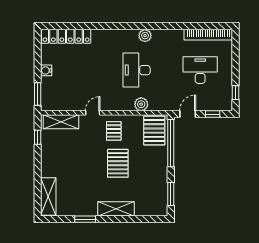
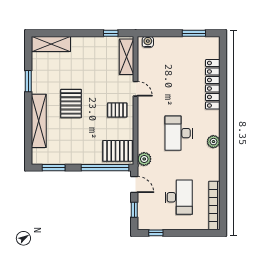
locker: (66, 36) -> (213, 84), moved
water cooler: (46, 70) -> (148, 42), moved
desk: (137, 70) -> (179, 133), turned -90
window: (38, 94) -> (194, 33), moved
plant: (141, 104) -> (144, 159), moved
pallet: (118, 163) -> (71, 103), moved, turned 90
shelving: (116, 209) -> (39, 121), width x1.47

